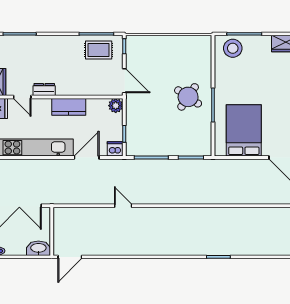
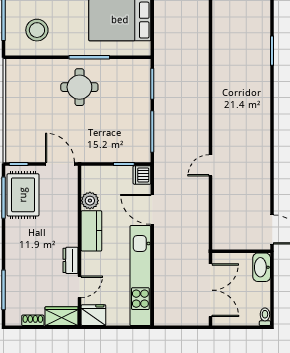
stool: (233, 48) -> (37, 30), moved
rug: (99, 50) -> (23, 195), width x1.36, depth x1.43
door: (124, 81) -> (60, 164), hinge flipped
round table: (188, 97) -> (79, 87), turned -34
plant: (116, 106) -> (90, 201), moved

